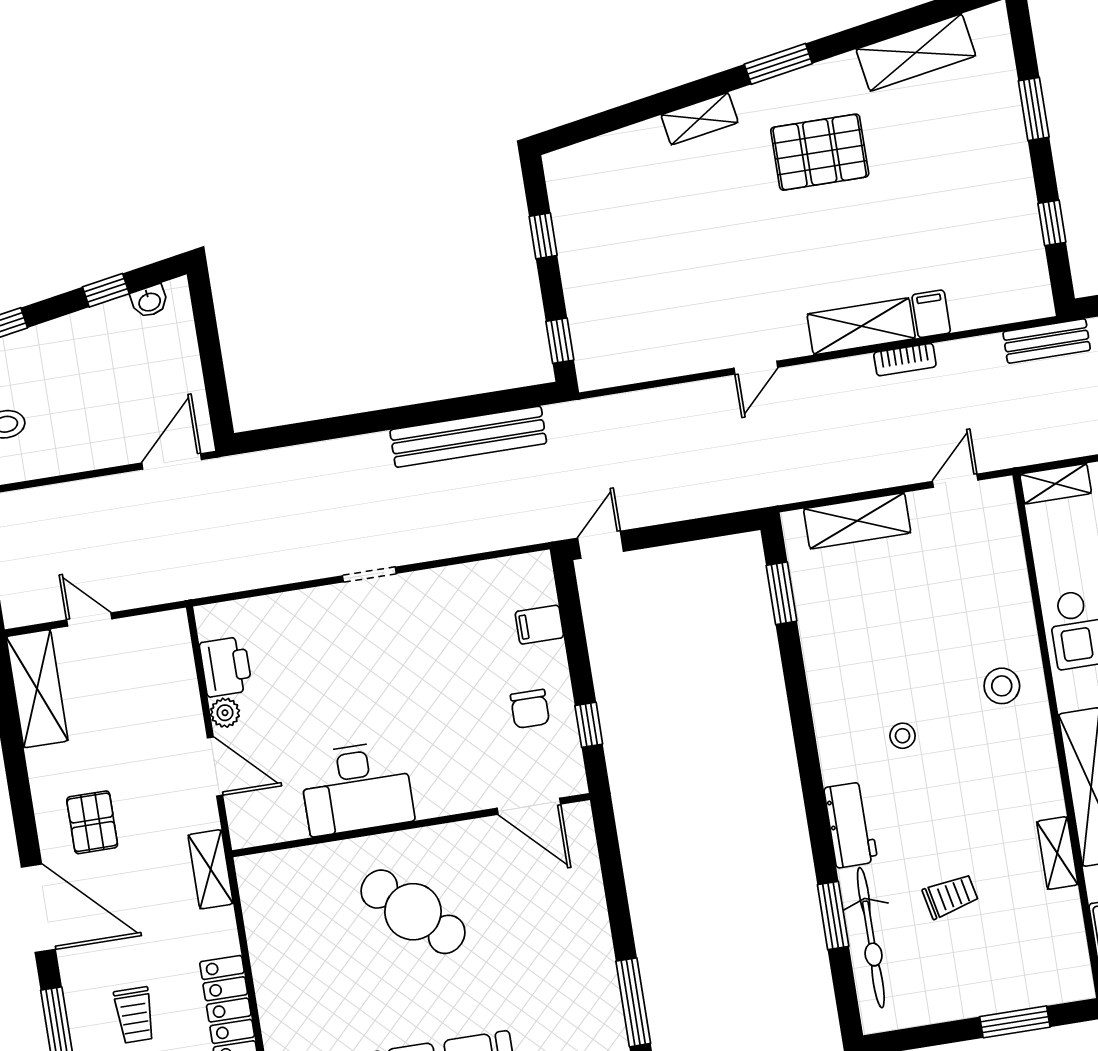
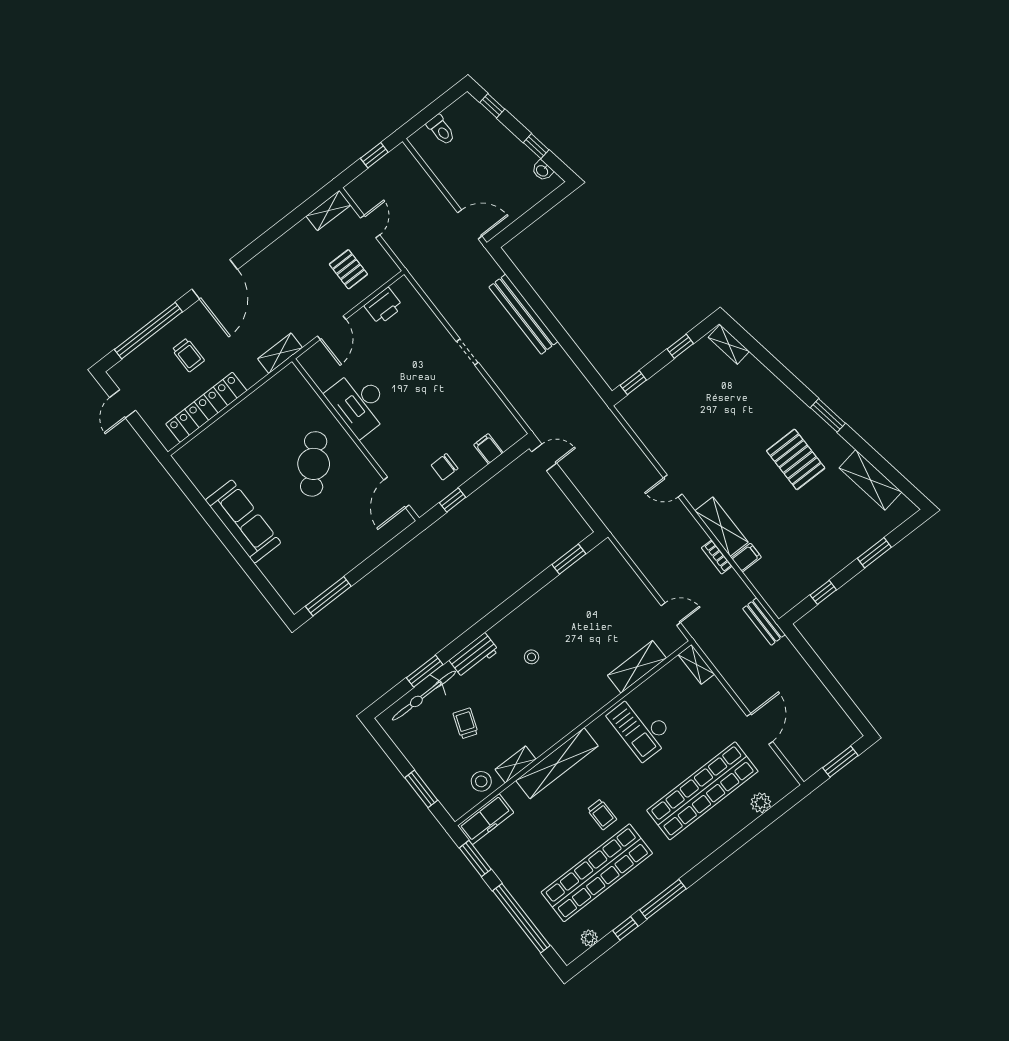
shelving: (700, 119) -> (729, 344), moved
bench: (468, 437) -> (523, 314), moved
shelving: (857, 521) -> (637, 667), moved, turned 90
stool: (1002, 686) -> (481, 781), moved
shelving: (37, 689) -> (328, 211), width x0.67, depth x0.75
plant: (225, 713) -> (361, 318), removed
pallet: (92, 822) -> (348, 269), moved, turned 90
trolley: (950, 896) -> (466, 723), turned -148
trolley: (134, 1015) -> (188, 355), turned -90

